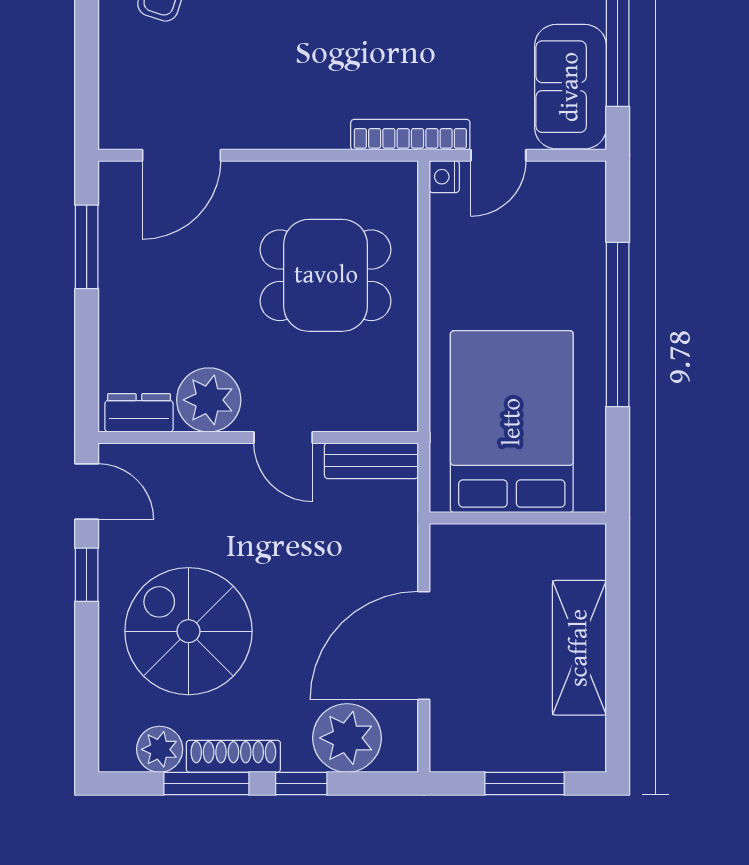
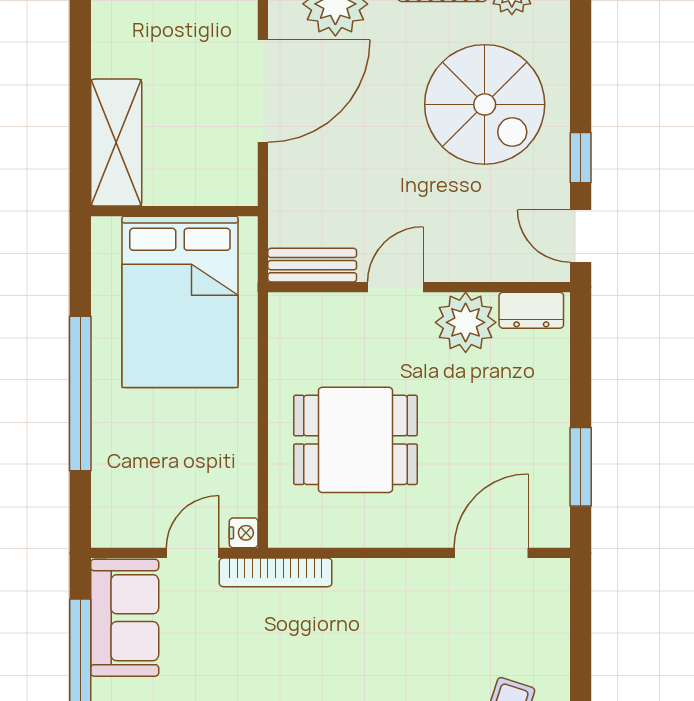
door: (283, 437) -> (395, 287), hinge flipped
shelving: (579, 648) -> (116, 143), moved

